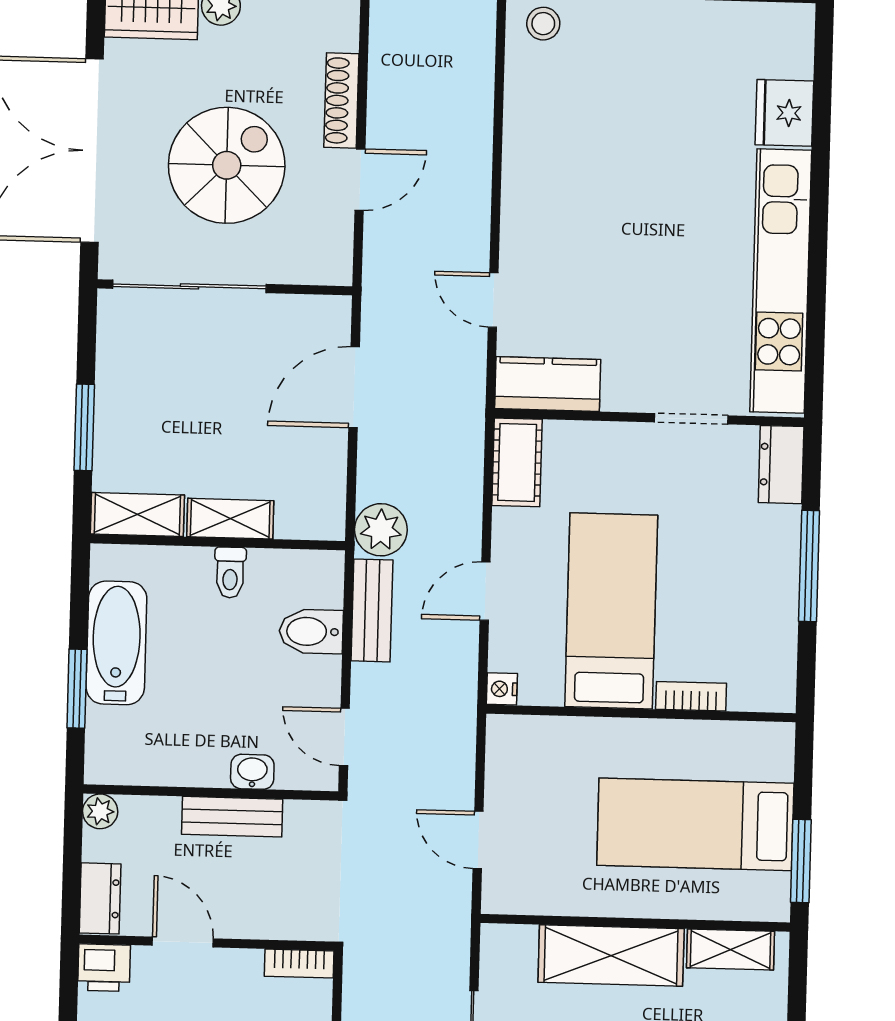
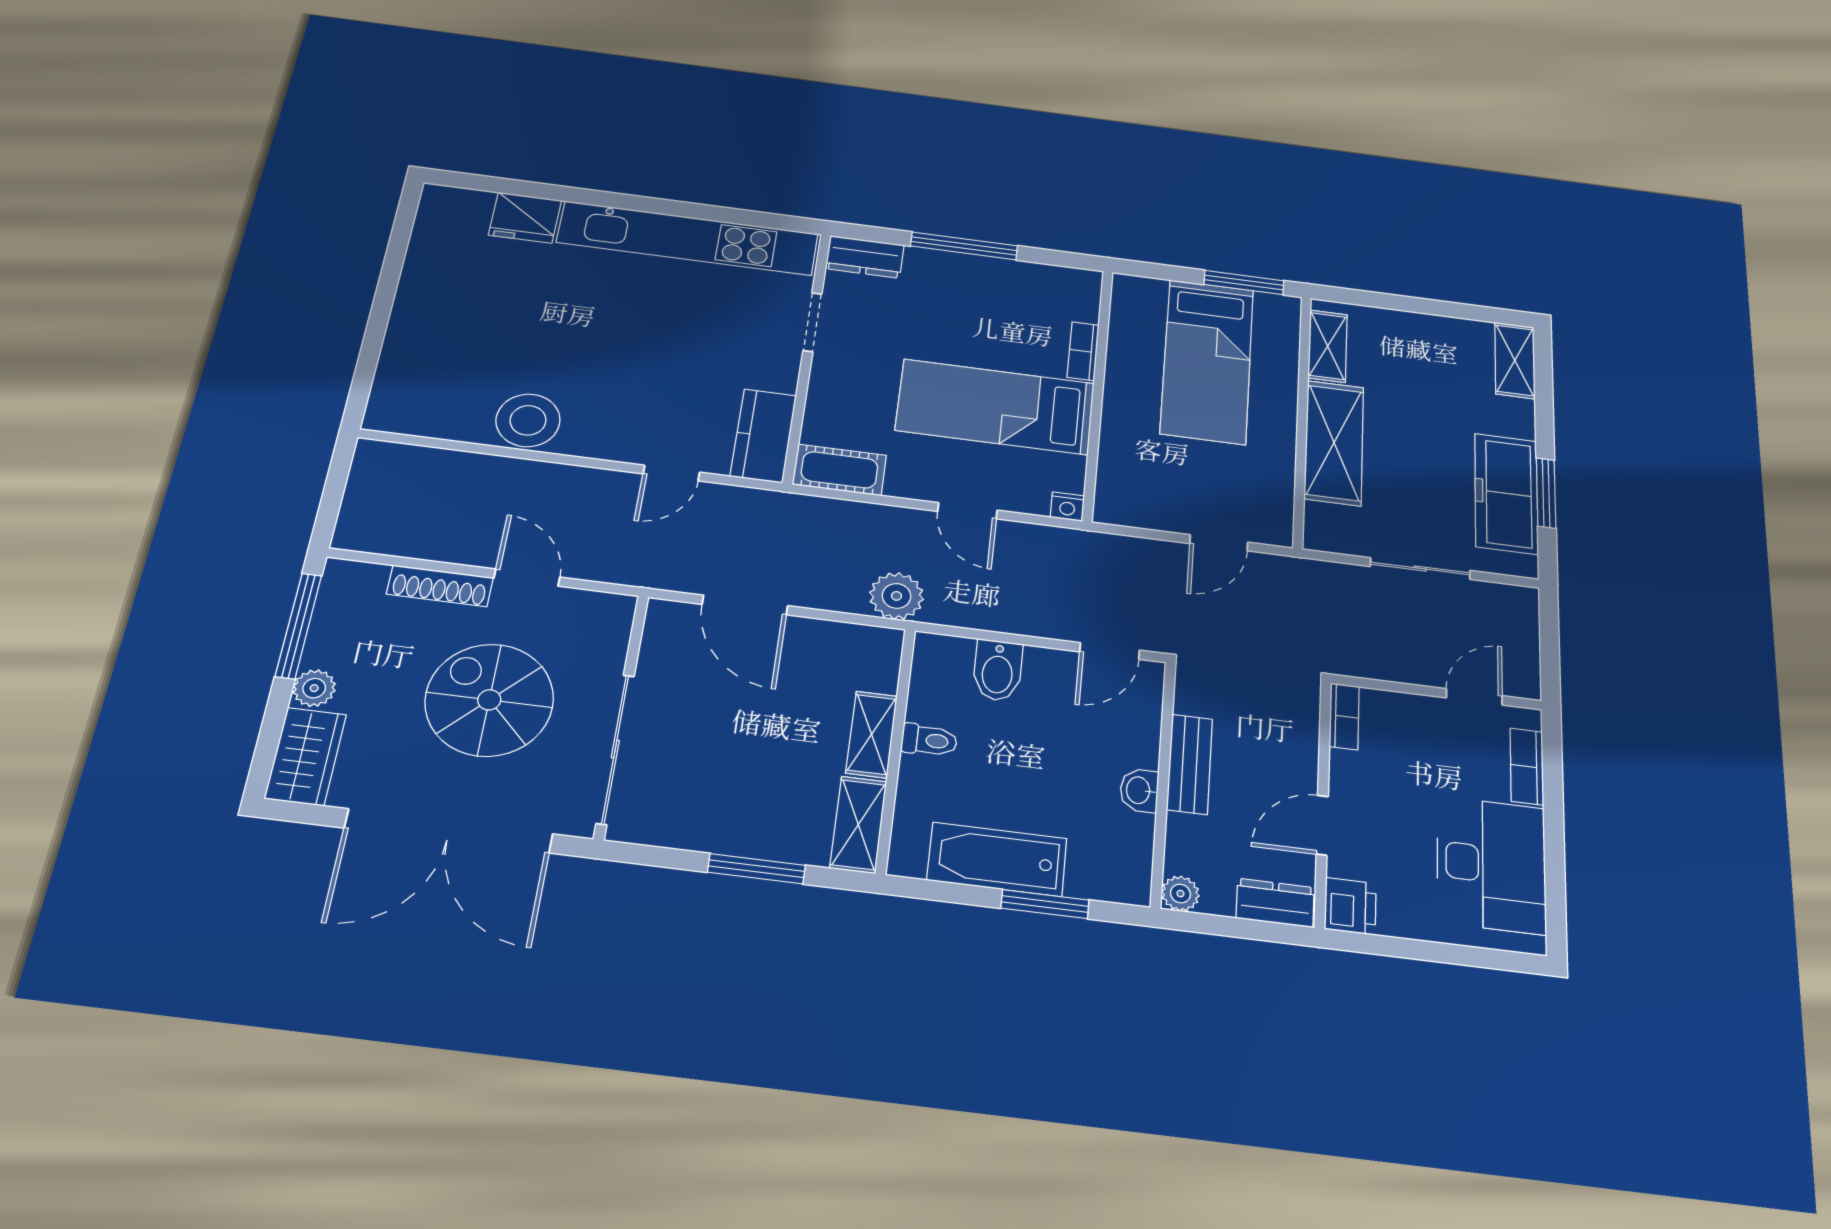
stool: (543, 24) -> (528, 420), moved, width x1.89, depth x1.89
bench: (372, 610) -> (980, 613), removed
washbasin: (252, 772) -> (1139, 790), moved

